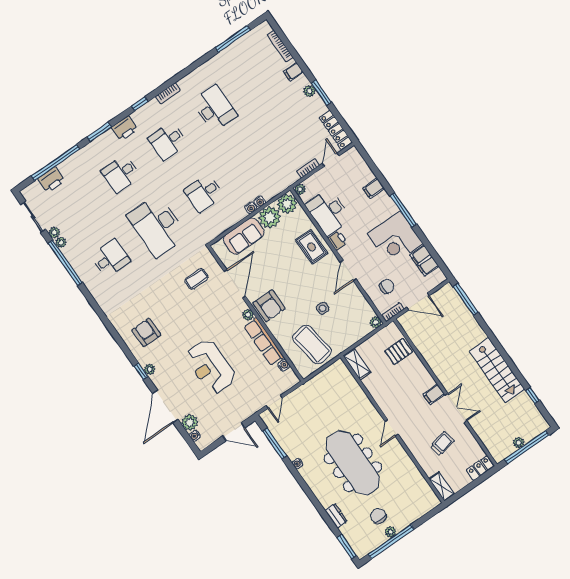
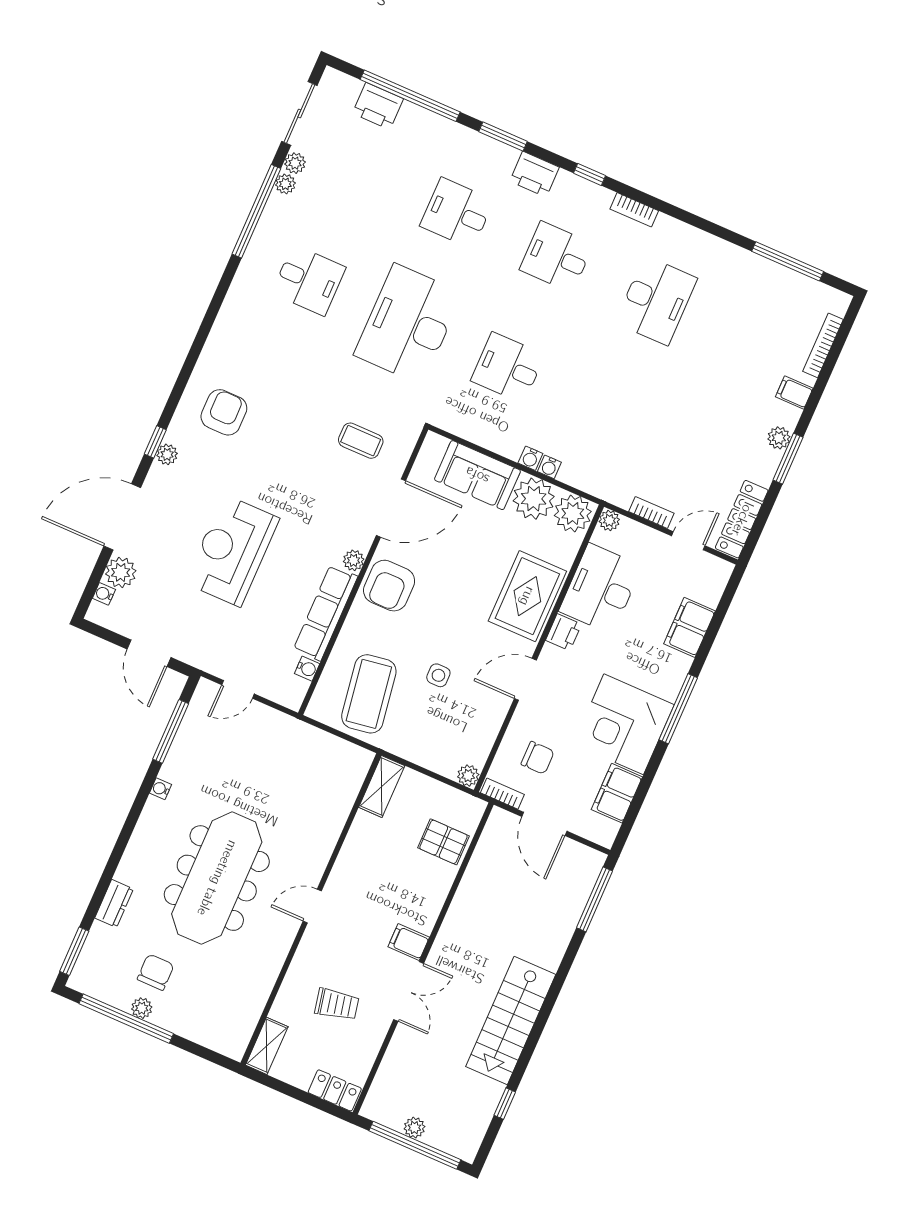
filing cabinet: (374, 188) -> (690, 627), width x2.00
rug: (312, 247) -> (527, 596), width x1.36, depth x1.43

